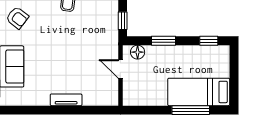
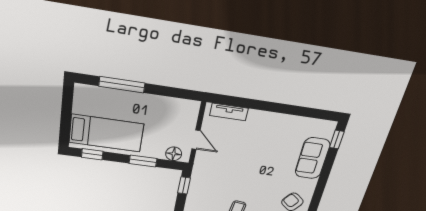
bed: (199, 92) -> (106, 133), moved
tv unit: (66, 100) -> (229, 112), moved

